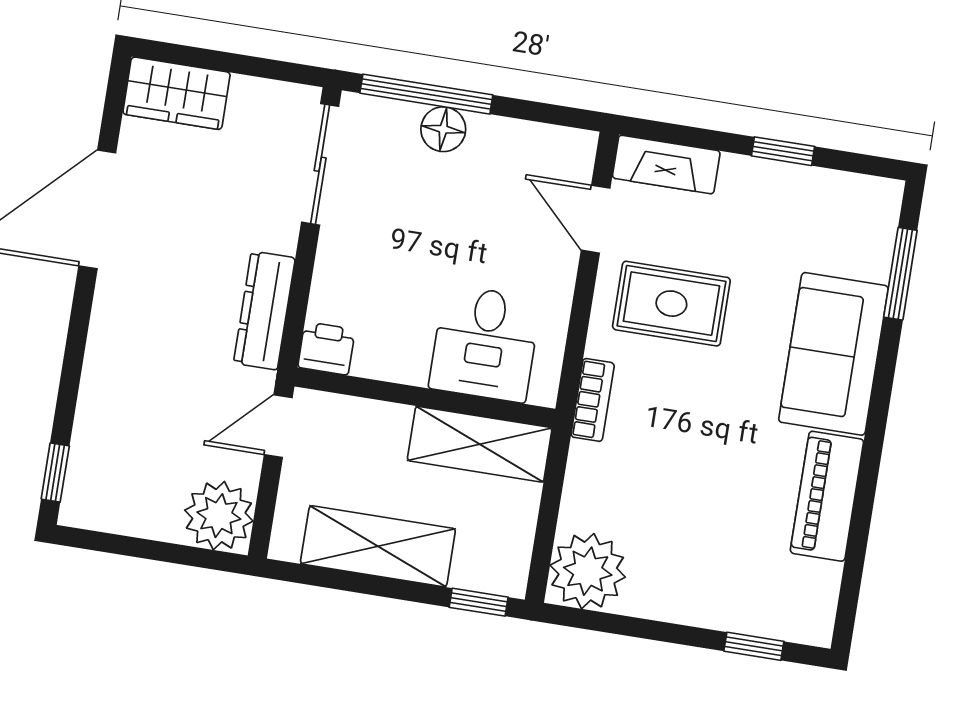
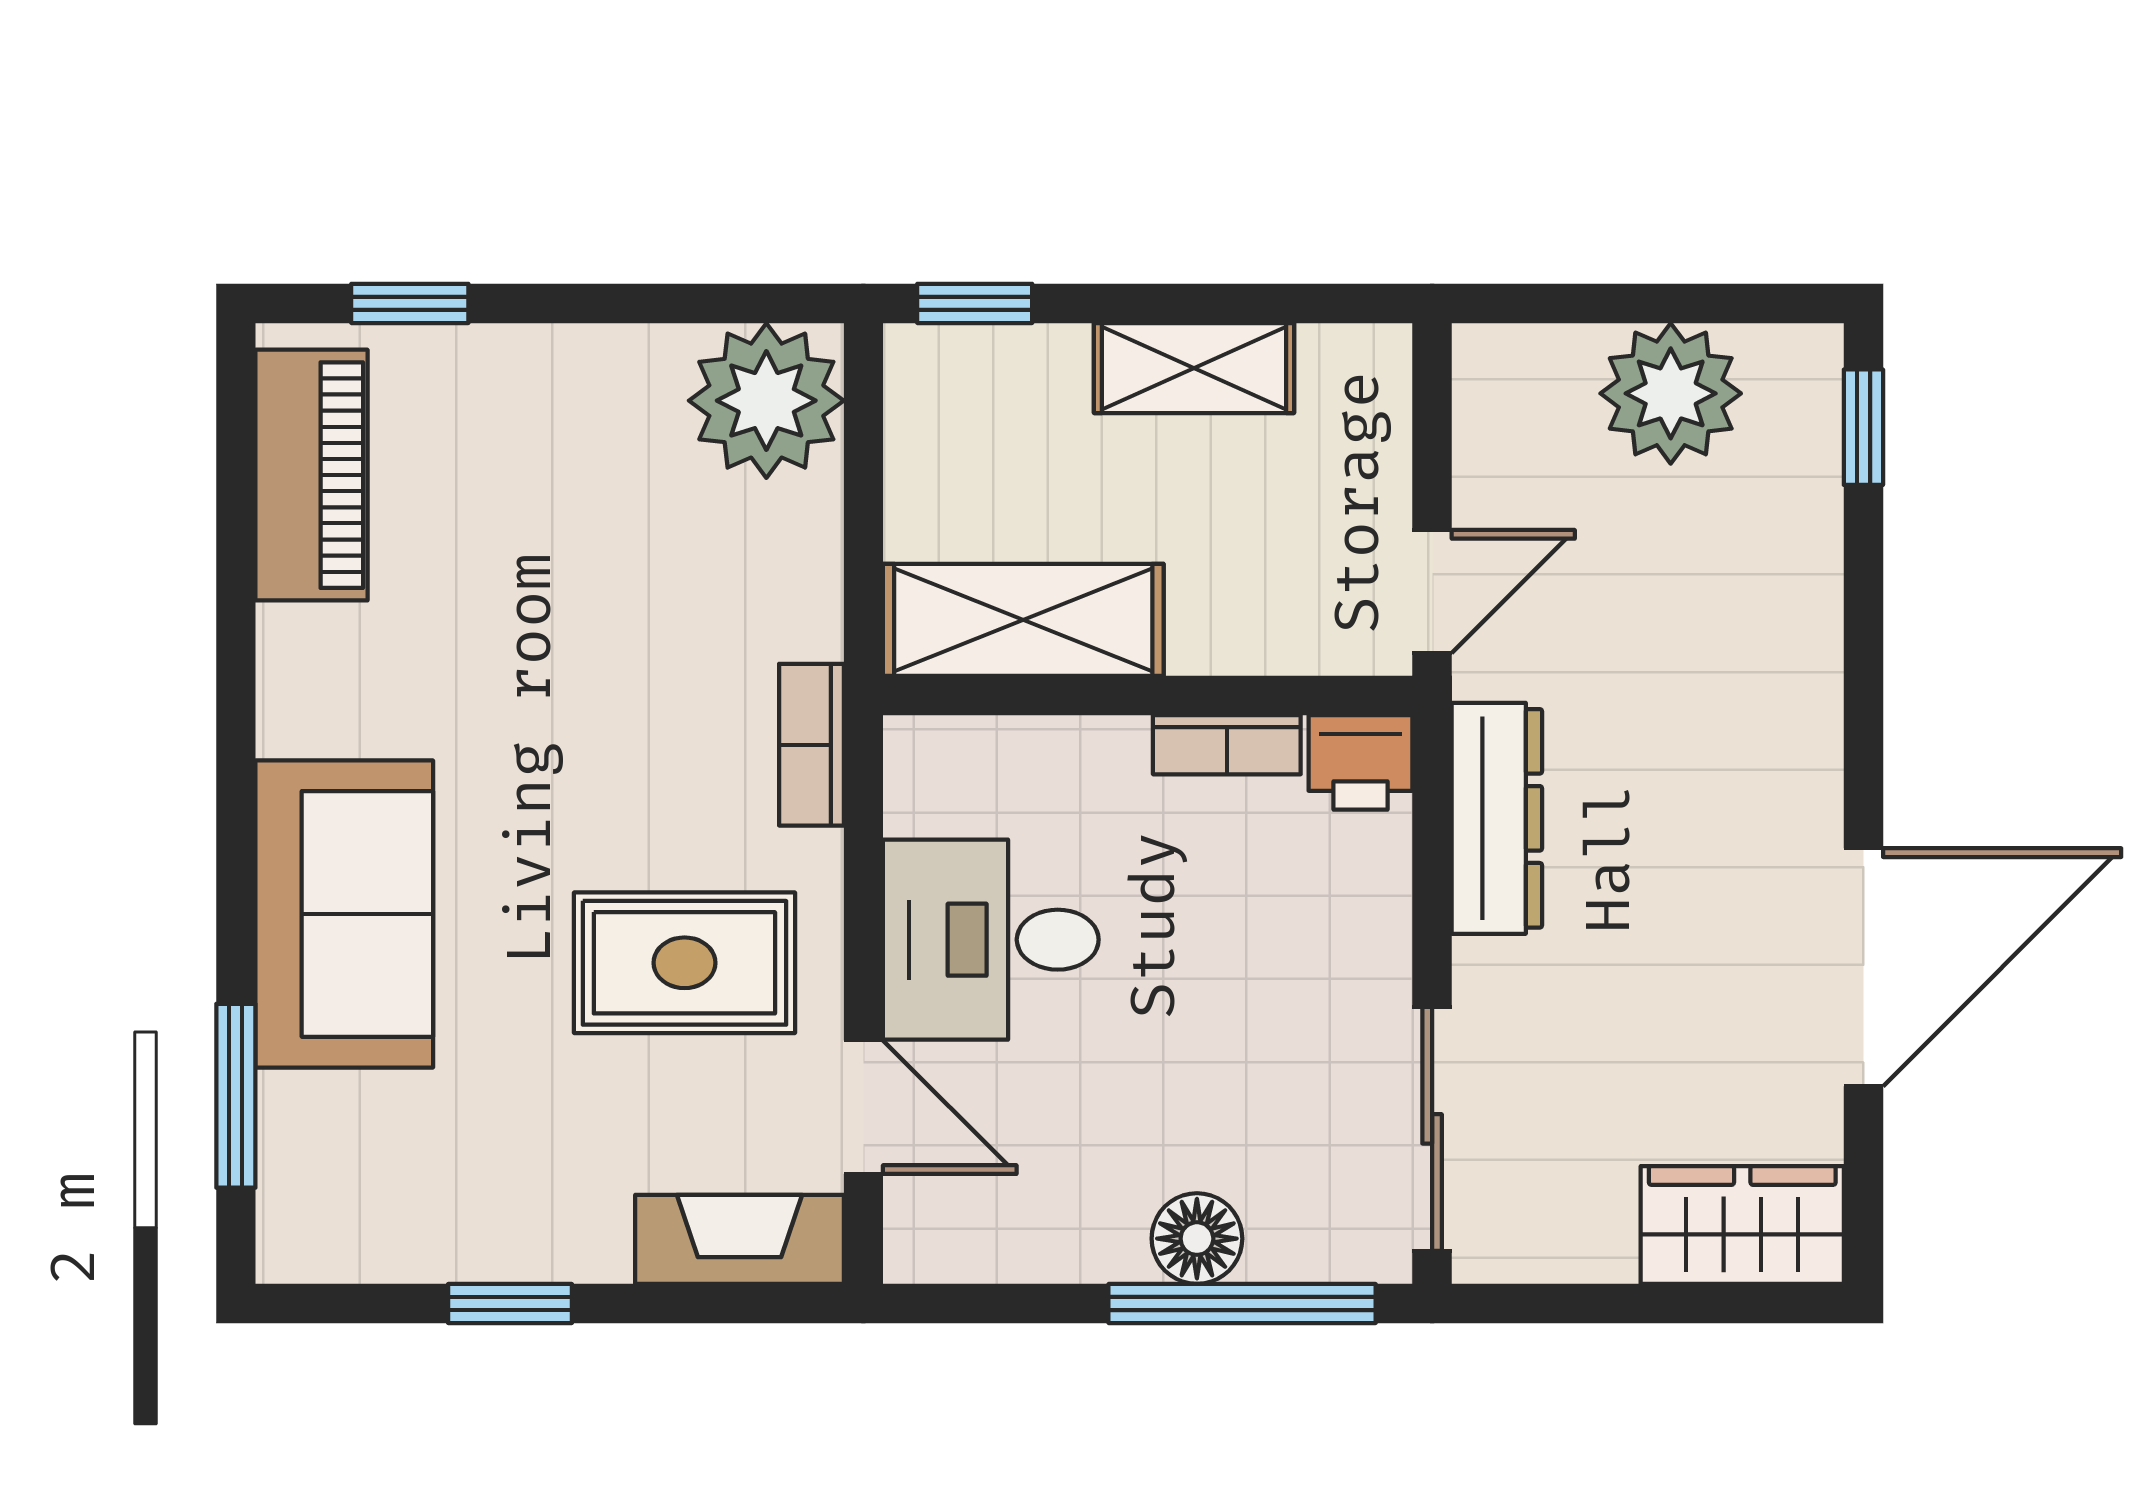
desk: (485, 343) -> (991, 940), moved, turned -90
bookcase: (390, 367) -> (1227, 745), added
piano: (827, 496) -> (312, 475), moved
plant: (219, 516) -> (1671, 393), moved
shelving: (378, 546) -> (1194, 368), width x0.67, depth x0.75

